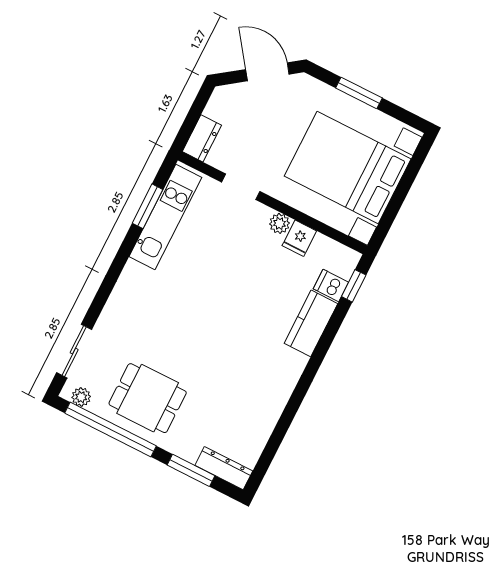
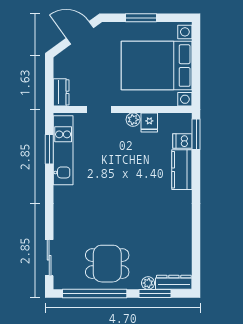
window: (354, 286) -> (196, 134), width x1.50
plant: (81, 397) -> (148, 283), moved

